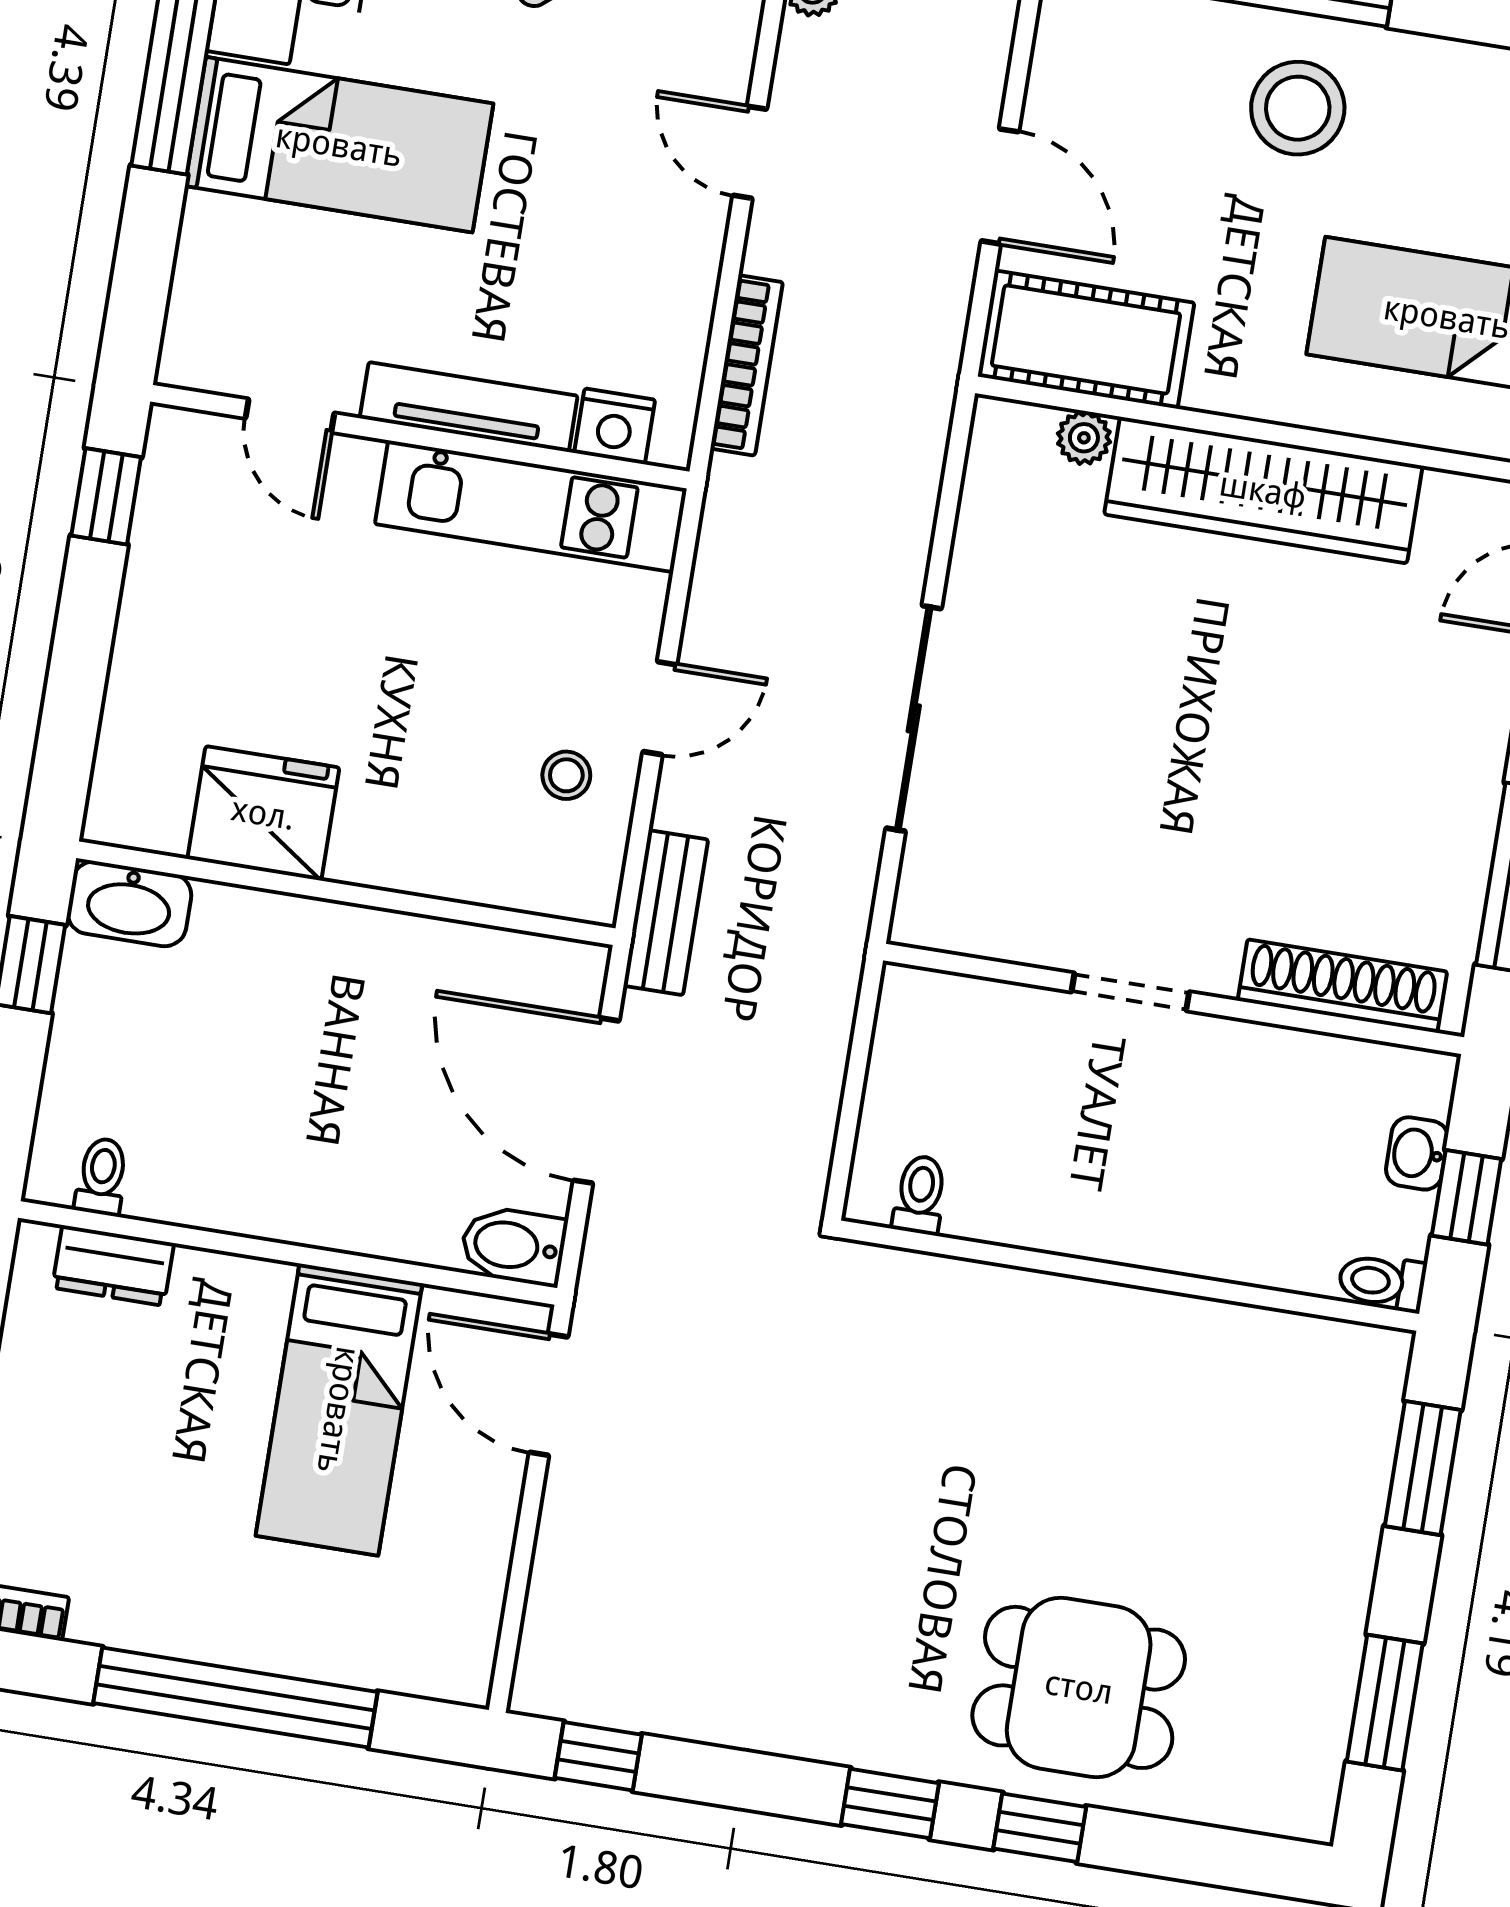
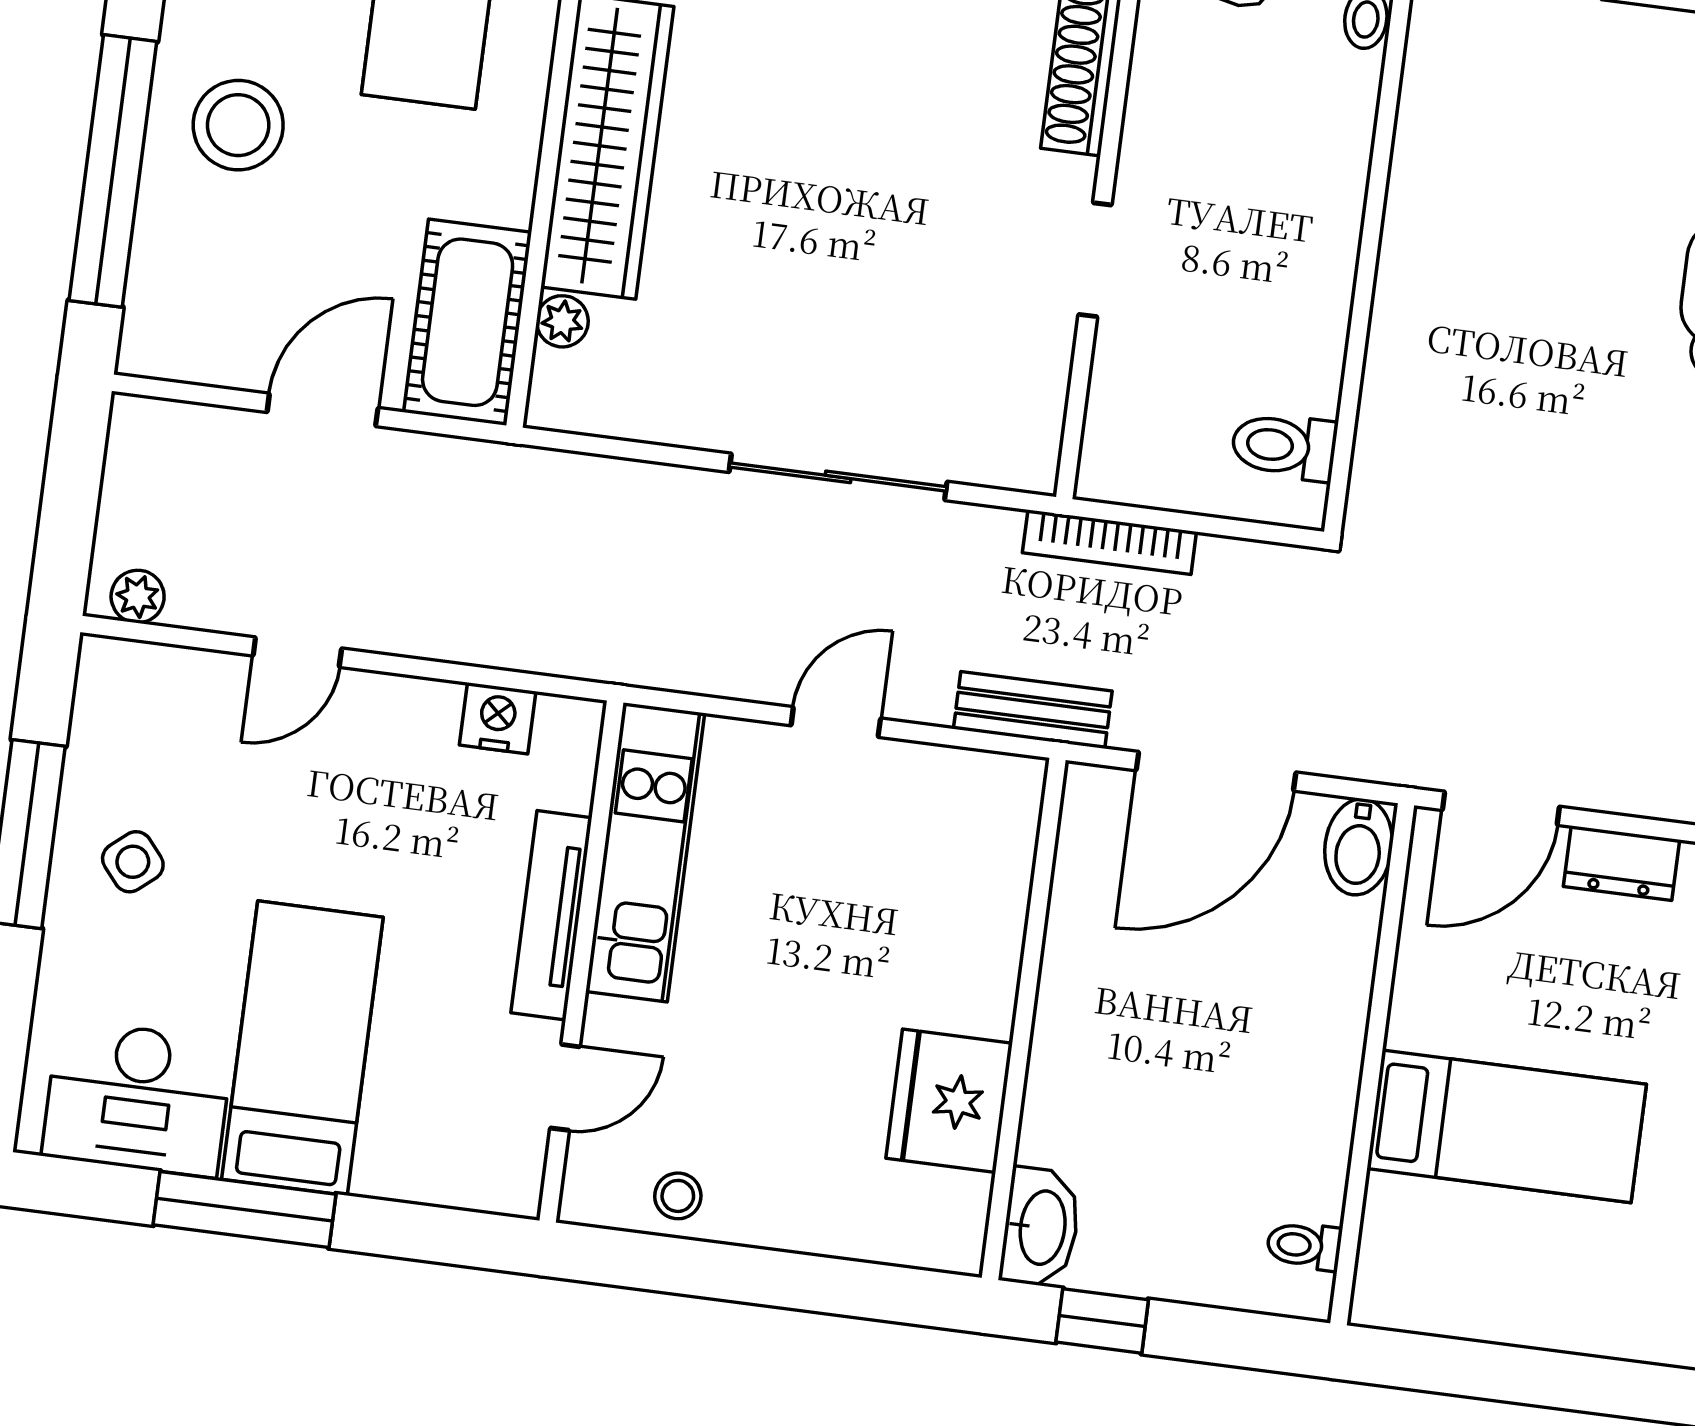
bookcase: (747, 365) -> (1109, 542), moved, turned 180
nightstand: (615, 426) -> (498, 718), moved, turned -90
window: (106, 496) -> (648, 1262), removed
door: (660, 708) -> (836, 722), hinge flipped
stool: (566, 775) -> (678, 1196), moved
toilet: (920, 1195) -> (1284, 446), width x1.37, depth x1.39
dresser: (113, 1266) -> (1621, 863), moved, turned 90
bed: (339, 1410) -> (1507, 1126), moved

